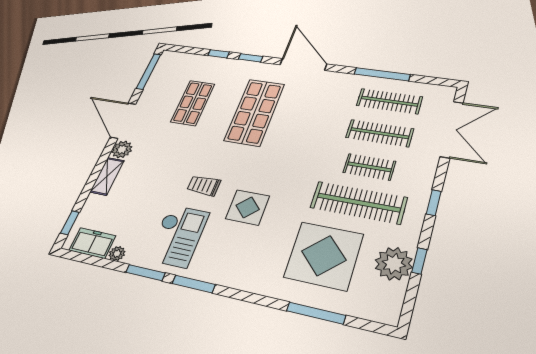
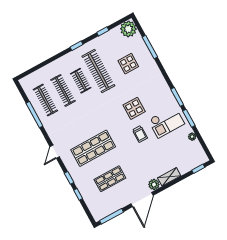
door: (303, 64) -> (55, 152), width x0.53
double door: (452, 129) -> (40, 66), removed
checkout: (178, 236) -> (166, 122), turned 180
freezer: (92, 243) -> (197, 151), removed
display table: (324, 256) -> (128, 64), width x0.54, depth x0.54
plant: (394, 264) -> (128, 29), moved

